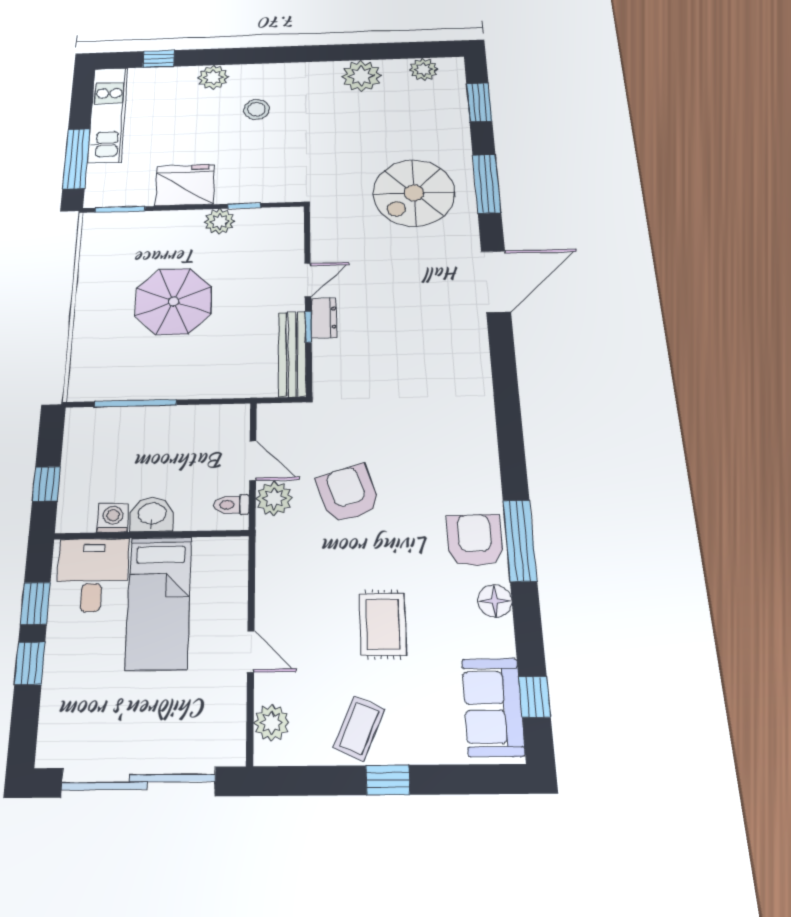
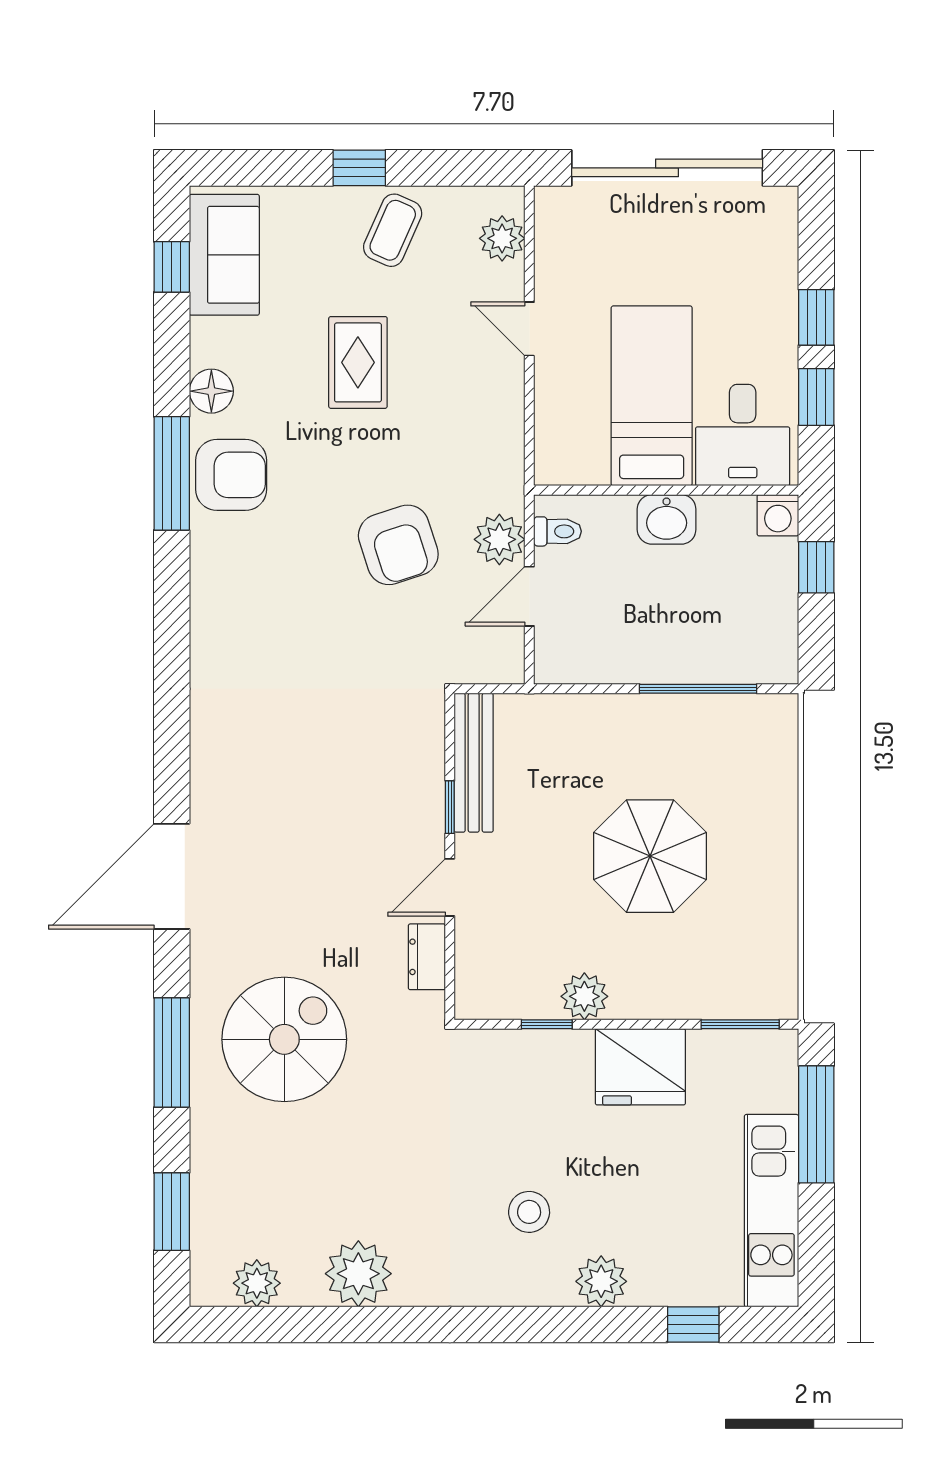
dresser: (324, 318) -> (427, 957), moved
door: (253, 461) -> (529, 596), hinge flipped
washing machine: (113, 518) -> (778, 515), moved
armchair: (475, 540) -> (231, 475), turned -90

